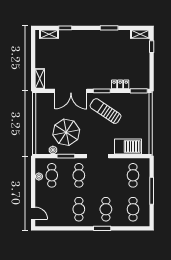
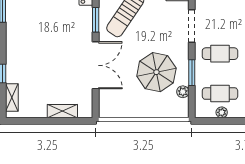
shelving: (40, 79) -> (62, 111), moved

